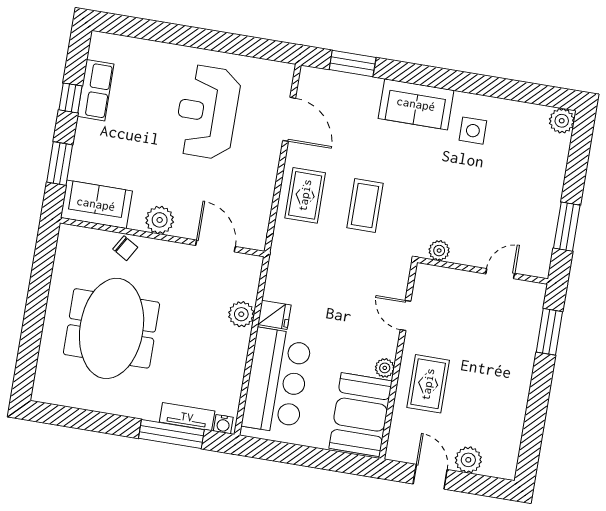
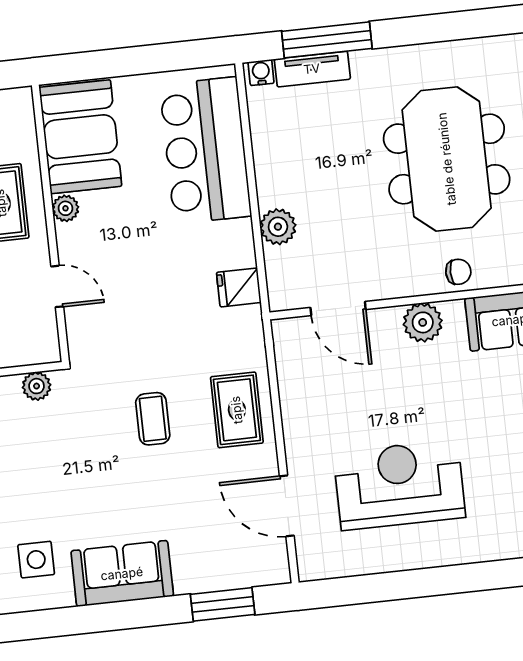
reception desk: (207, 112) -> (399, 485), turned -90
coffee table: (365, 205) -> (153, 419), width x0.73, depth x0.77
chair: (125, 248) -> (458, 272), turned 149
fridge: (274, 315) -> (239, 287), moved

